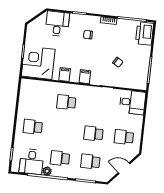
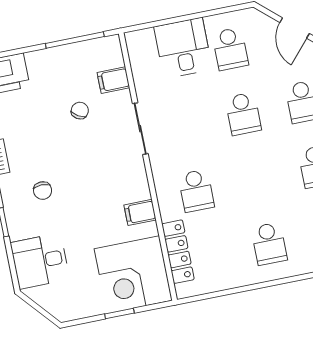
filing cabinet: (85, 77) -> (113, 80), moved
locker: (42, 86) -> (178, 252), added
desk: (132, 102) -> (183, 48), moved

